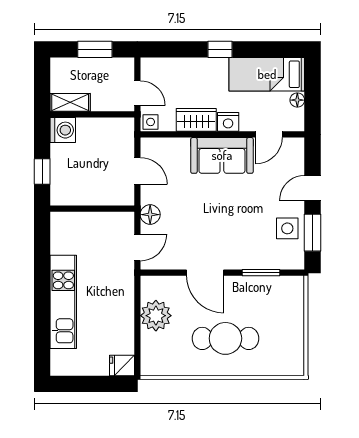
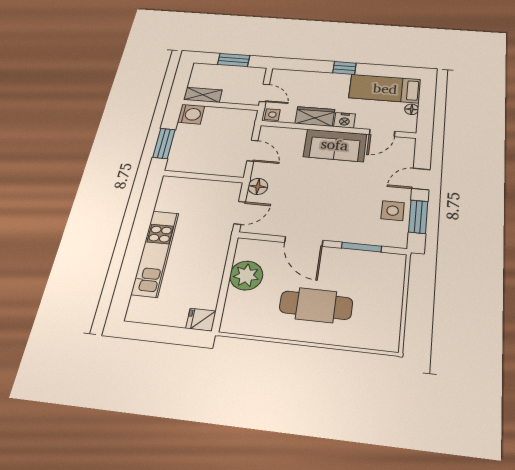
window: (42, 172) -> (164, 143), width x1.50

